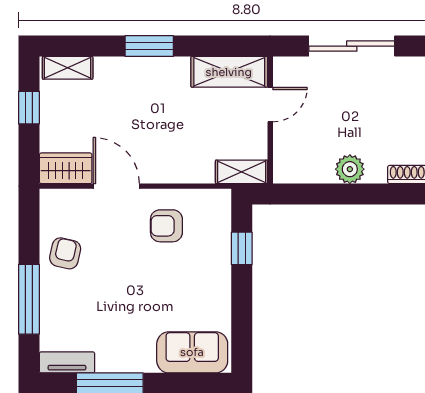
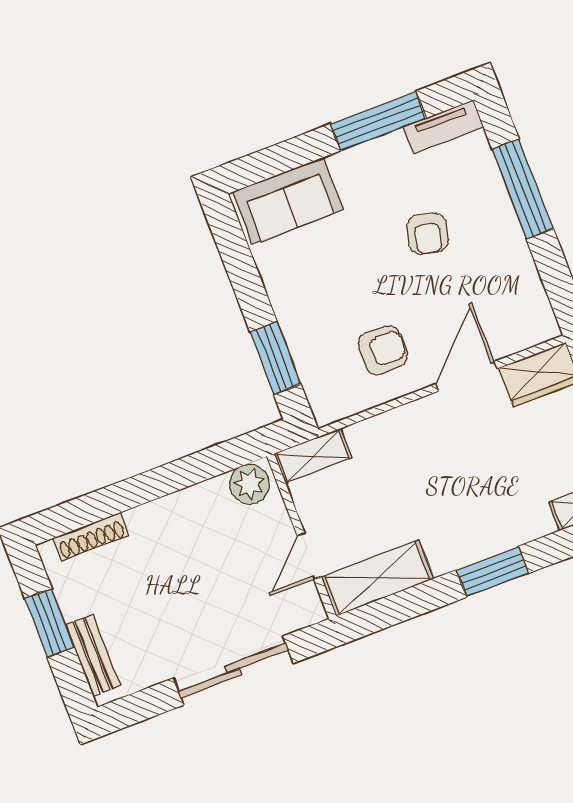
plant: (350, 169) -> (249, 484), moved
door: (116, 186) -> (466, 376), swing flipped
window: (242, 248) -> (275, 358), width x1.50
armchair: (65, 253) -> (428, 234), moved

